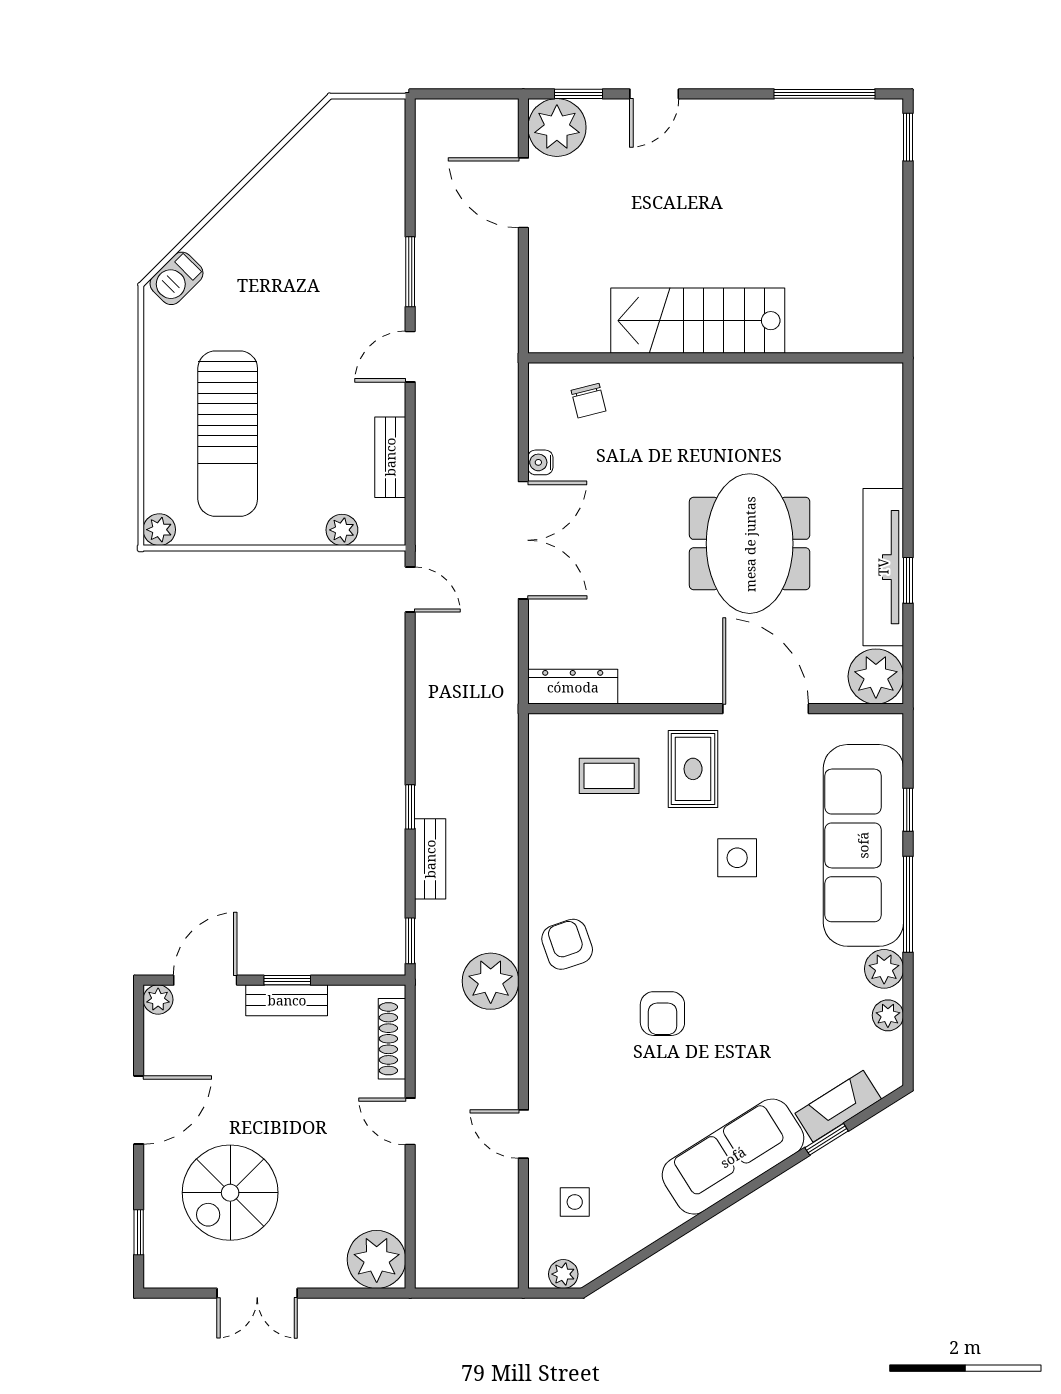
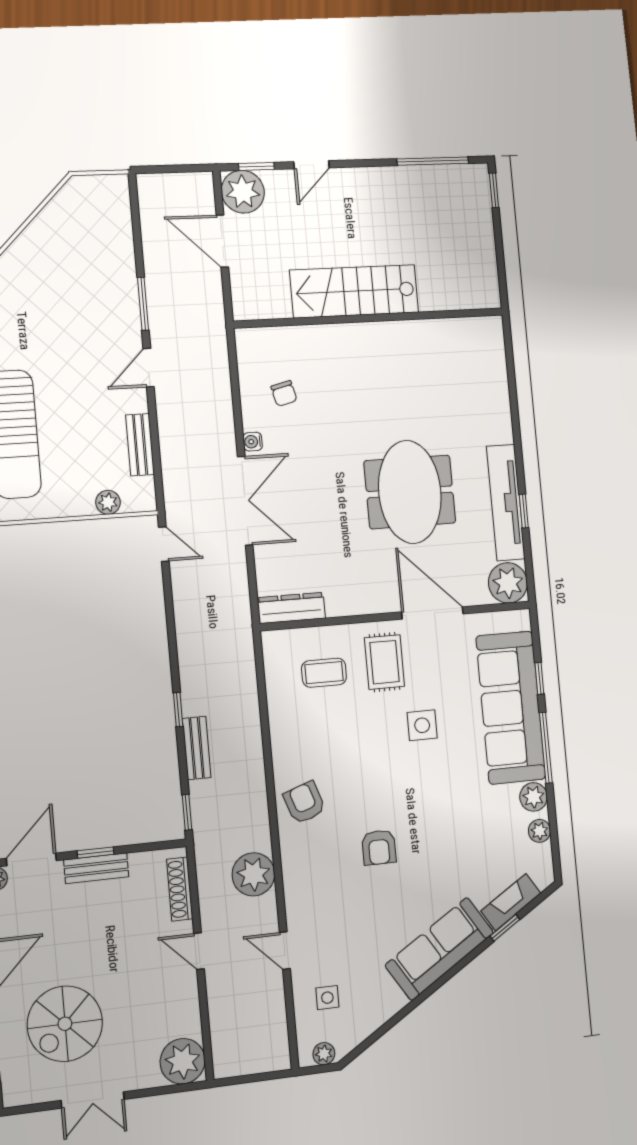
stairs: (698, 321) -> (354, 291), moved
wall: (716, 358) -> (370, 318), moved
plant: (491, 981) -> (253, 874), moved

